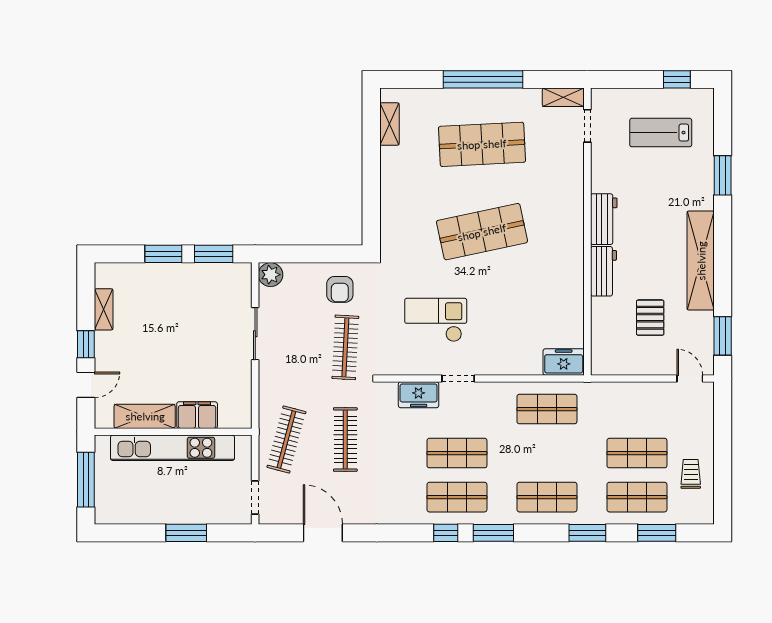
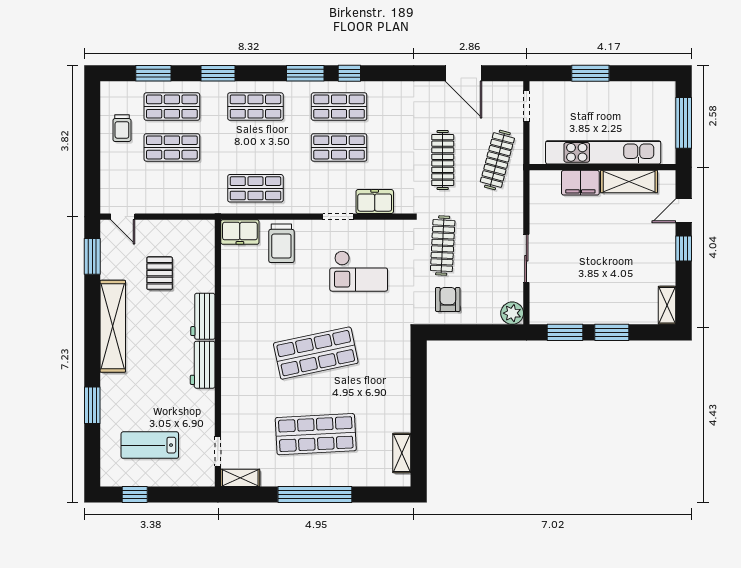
lab bench: (661, 133) -> (150, 445), turned 180
shelving: (104, 309) -> (667, 305), moved
trolley: (519, 350) -> (281, 243), added

